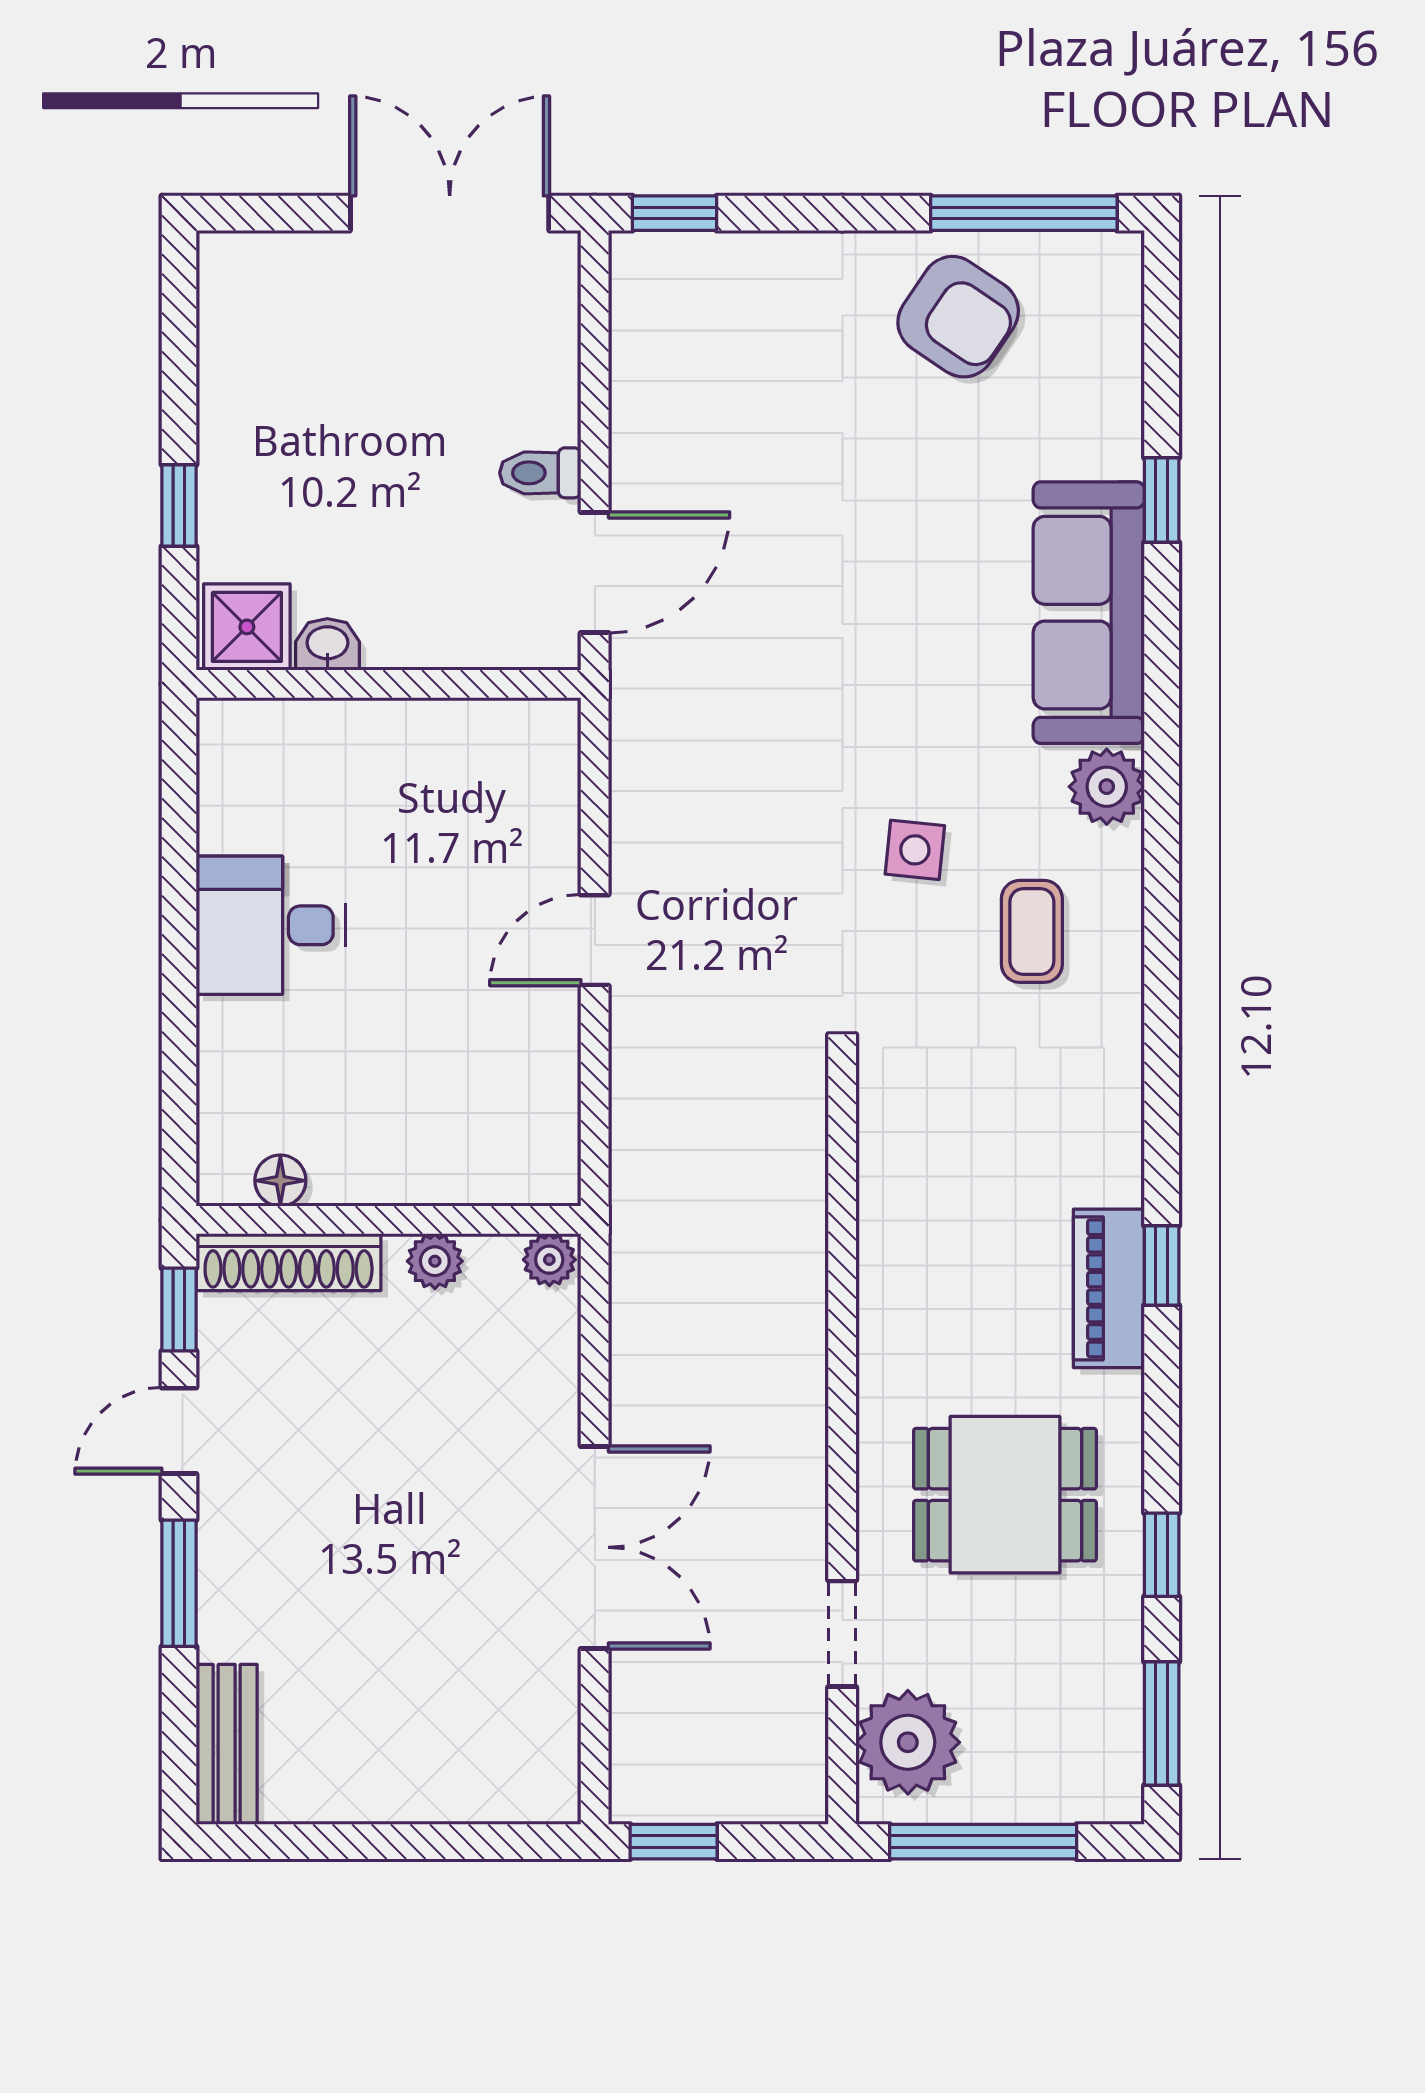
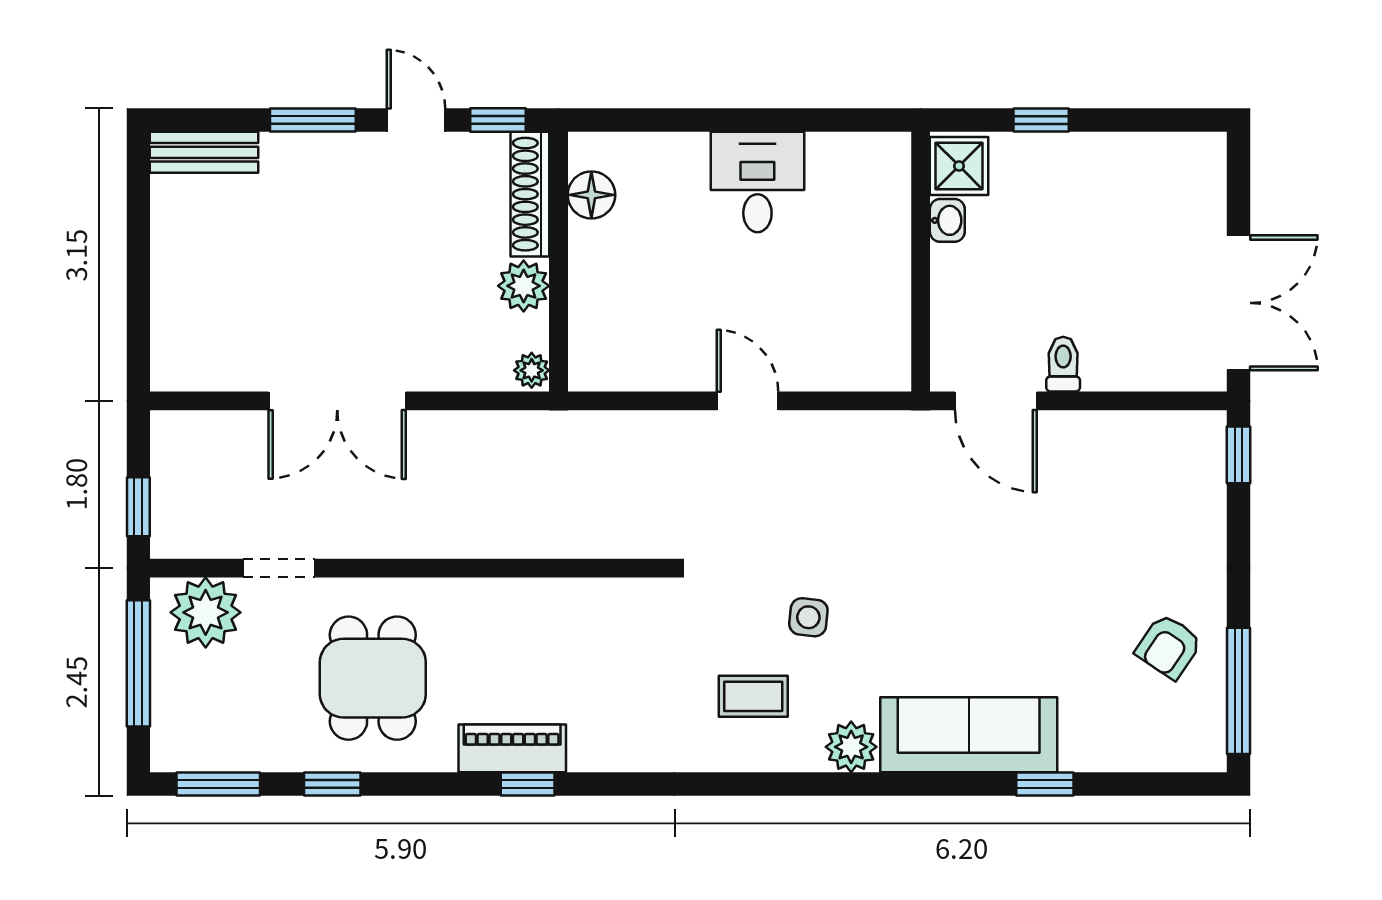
armchair: (958, 317) -> (1169, 646), width x0.72, depth x0.72
floor lamp: (280, 1181) -> (591, 195), width x1.37, depth x1.37
plant: (435, 1261) -> (524, 286), width x1.38, depth x1.38
window: (674, 1842) -> (138, 507), moved

